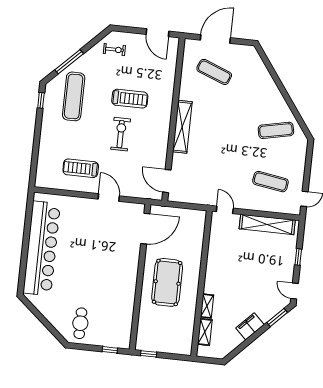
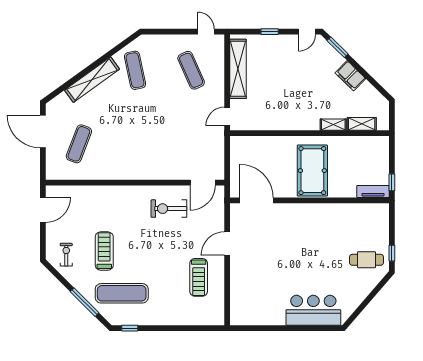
door: (215, 39) -> (43, 132), moved
treadmill: (130, 99) -> (104, 251), moved
shelving: (182, 127) -> (92, 80), moved, turned -36
exercise bike: (121, 134) -> (169, 209), moved
exercise mat: (270, 182) -> (191, 70), turned -33
bar counter: (42, 248) -> (313, 310), width x0.54
pool table: (167, 282) -> (312, 171), turned 90
tv unit: (142, 336) -> (373, 192), added
window: (110, 350) -> (392, 253), moved

